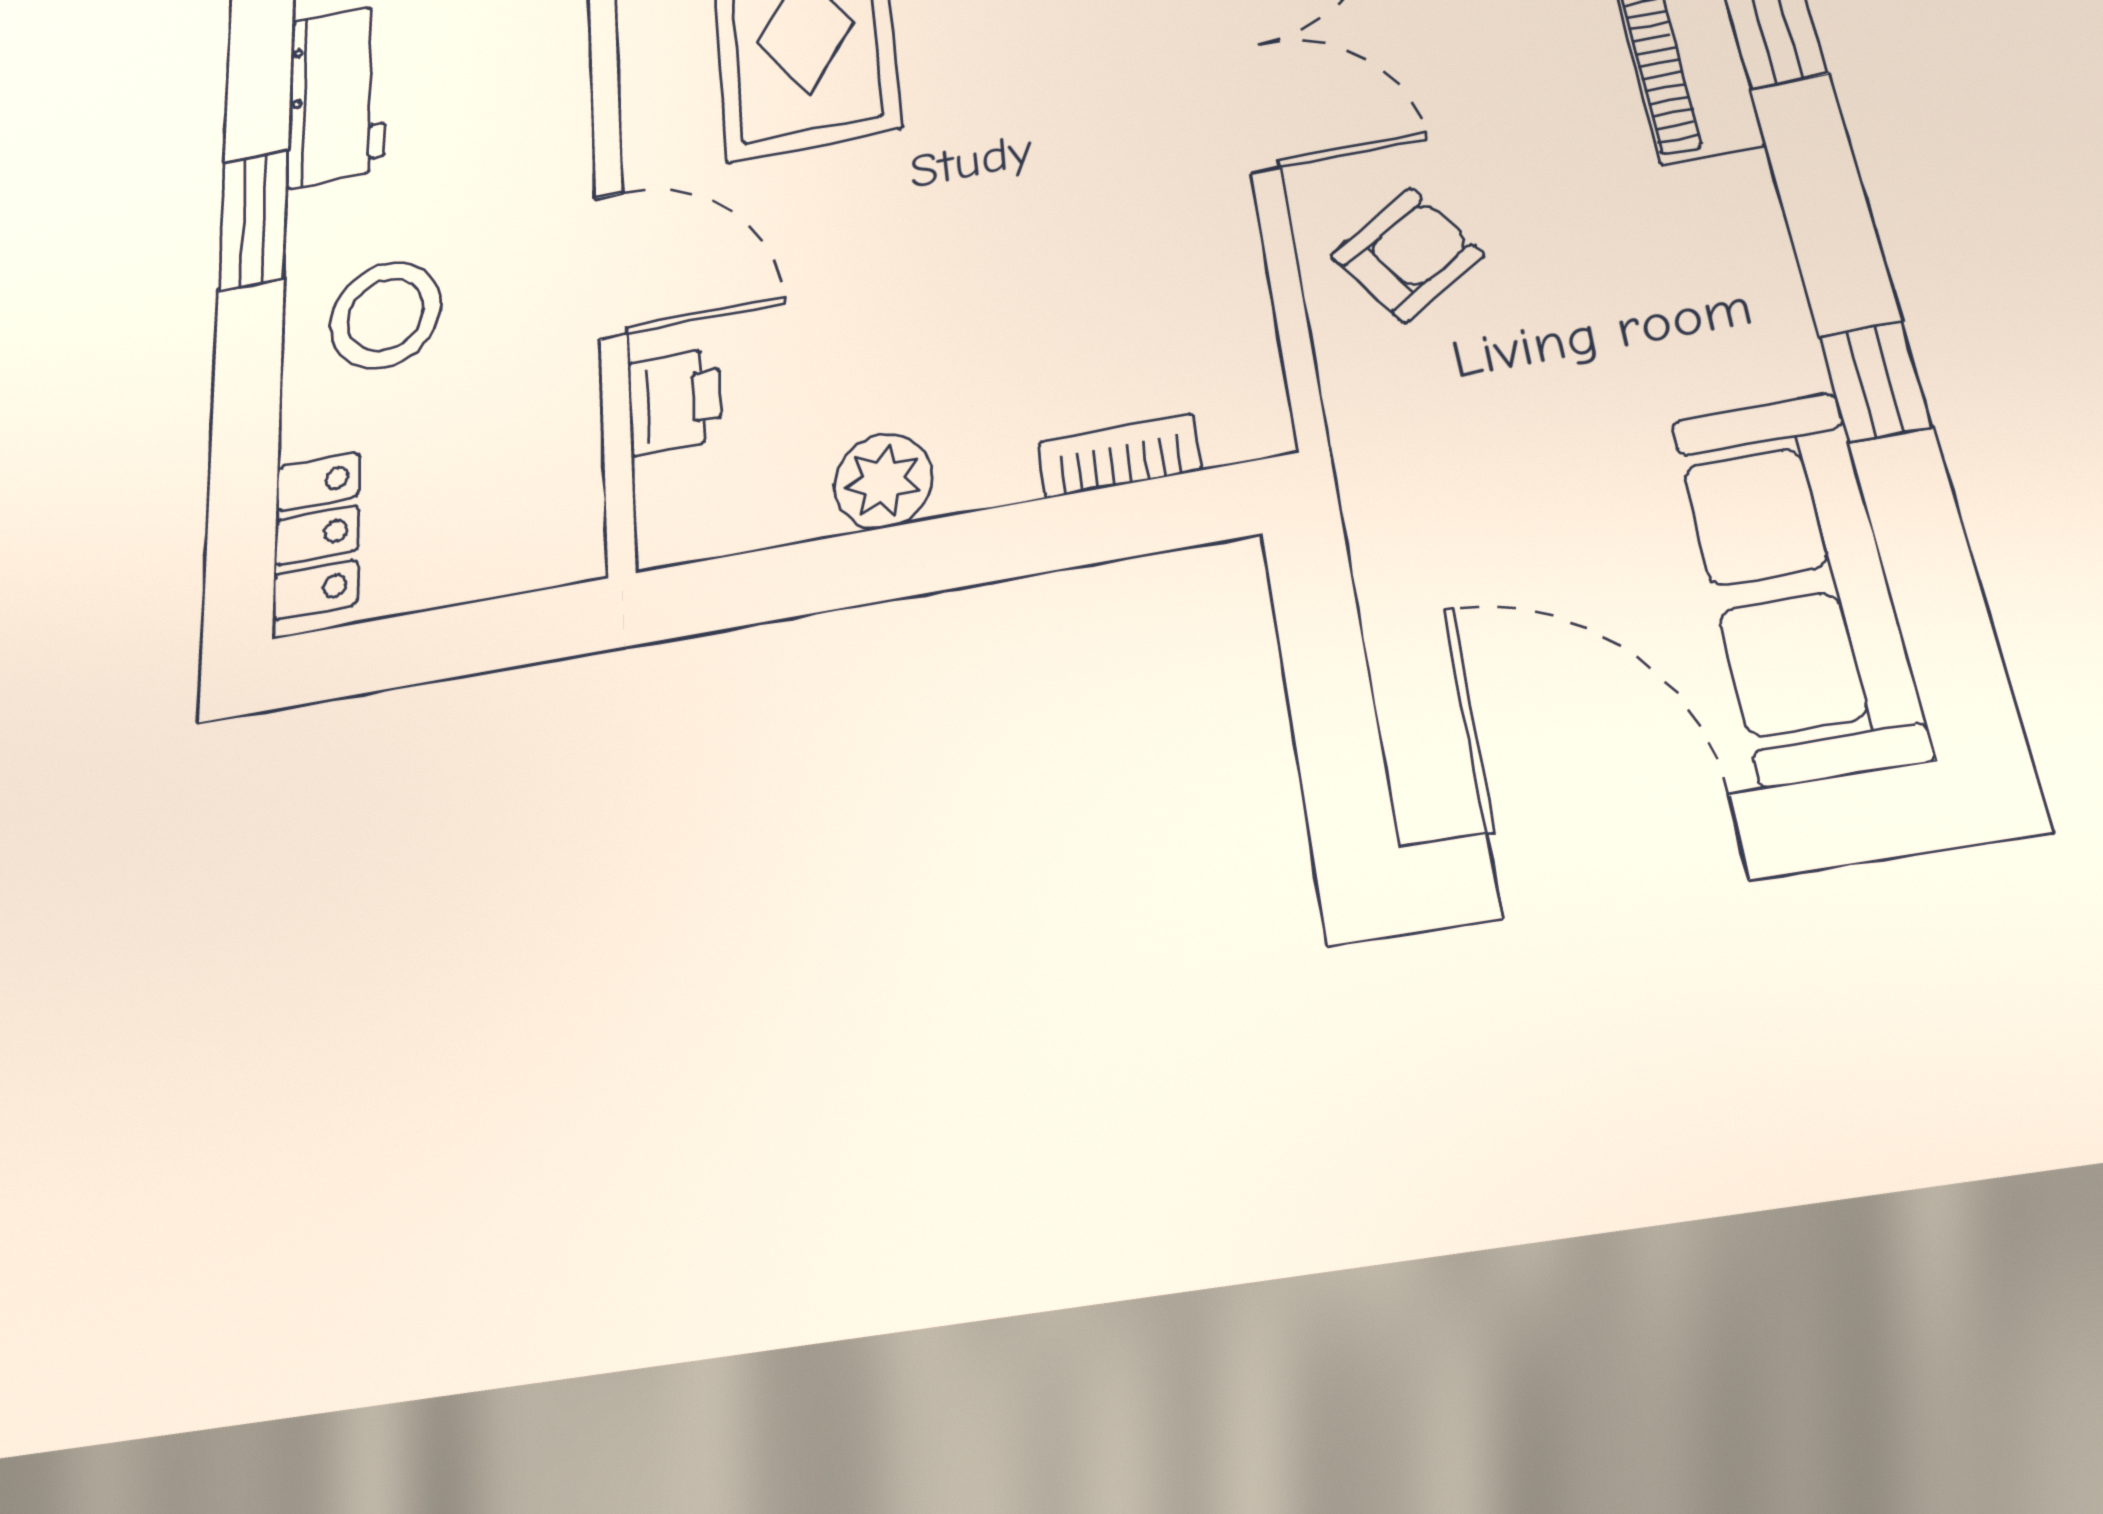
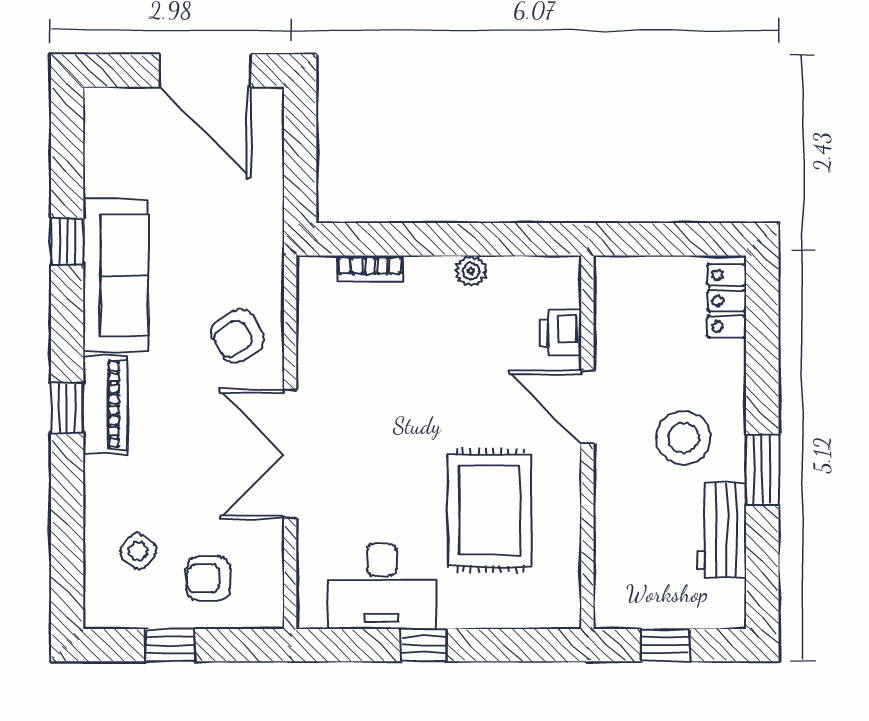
stool: (385, 315) -> (683, 438), moved
plant: (883, 481) -> (471, 271), width x0.73, depth x0.73
sofa: (1799, 585) -> (116, 275), moved

